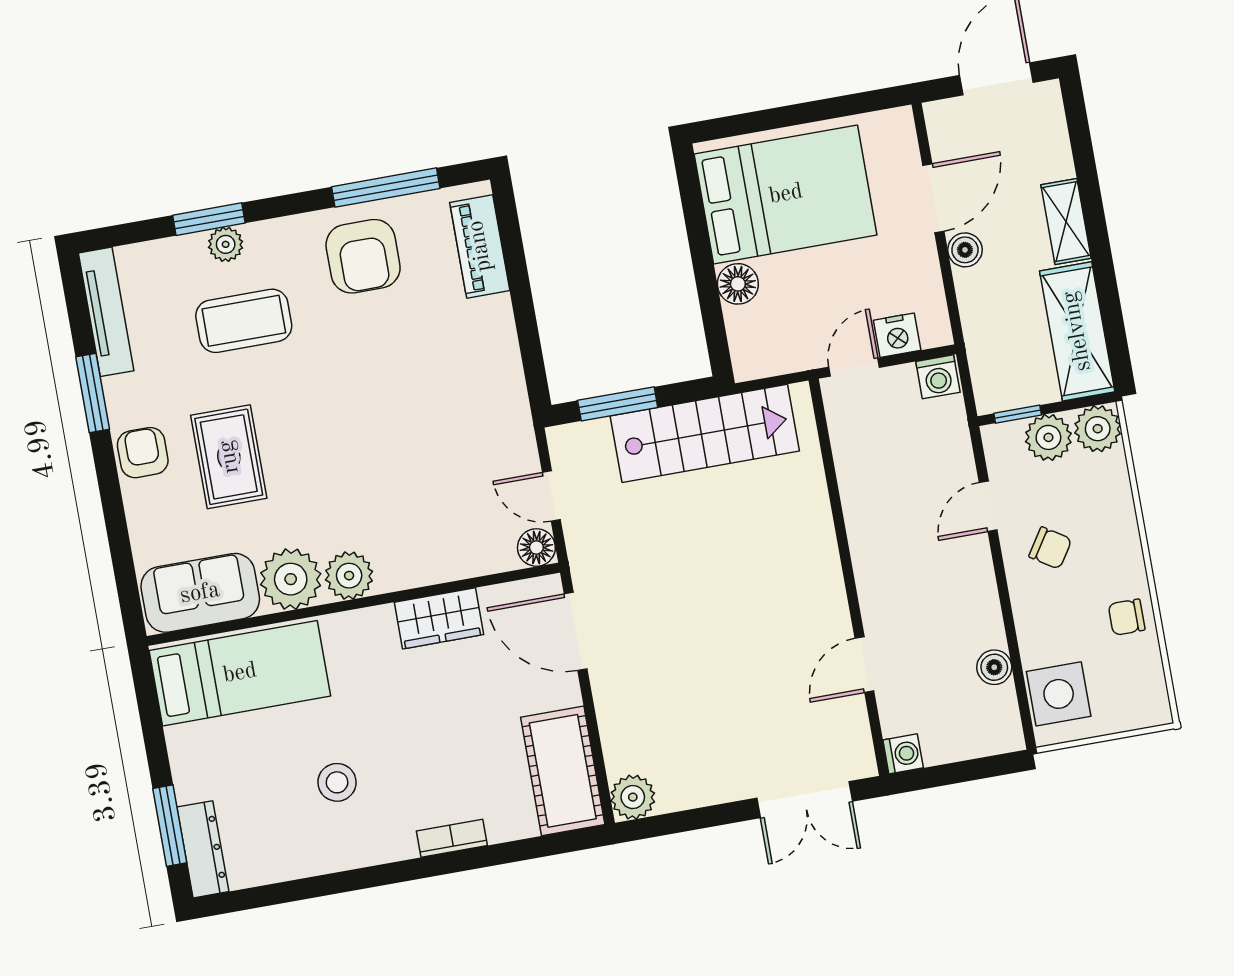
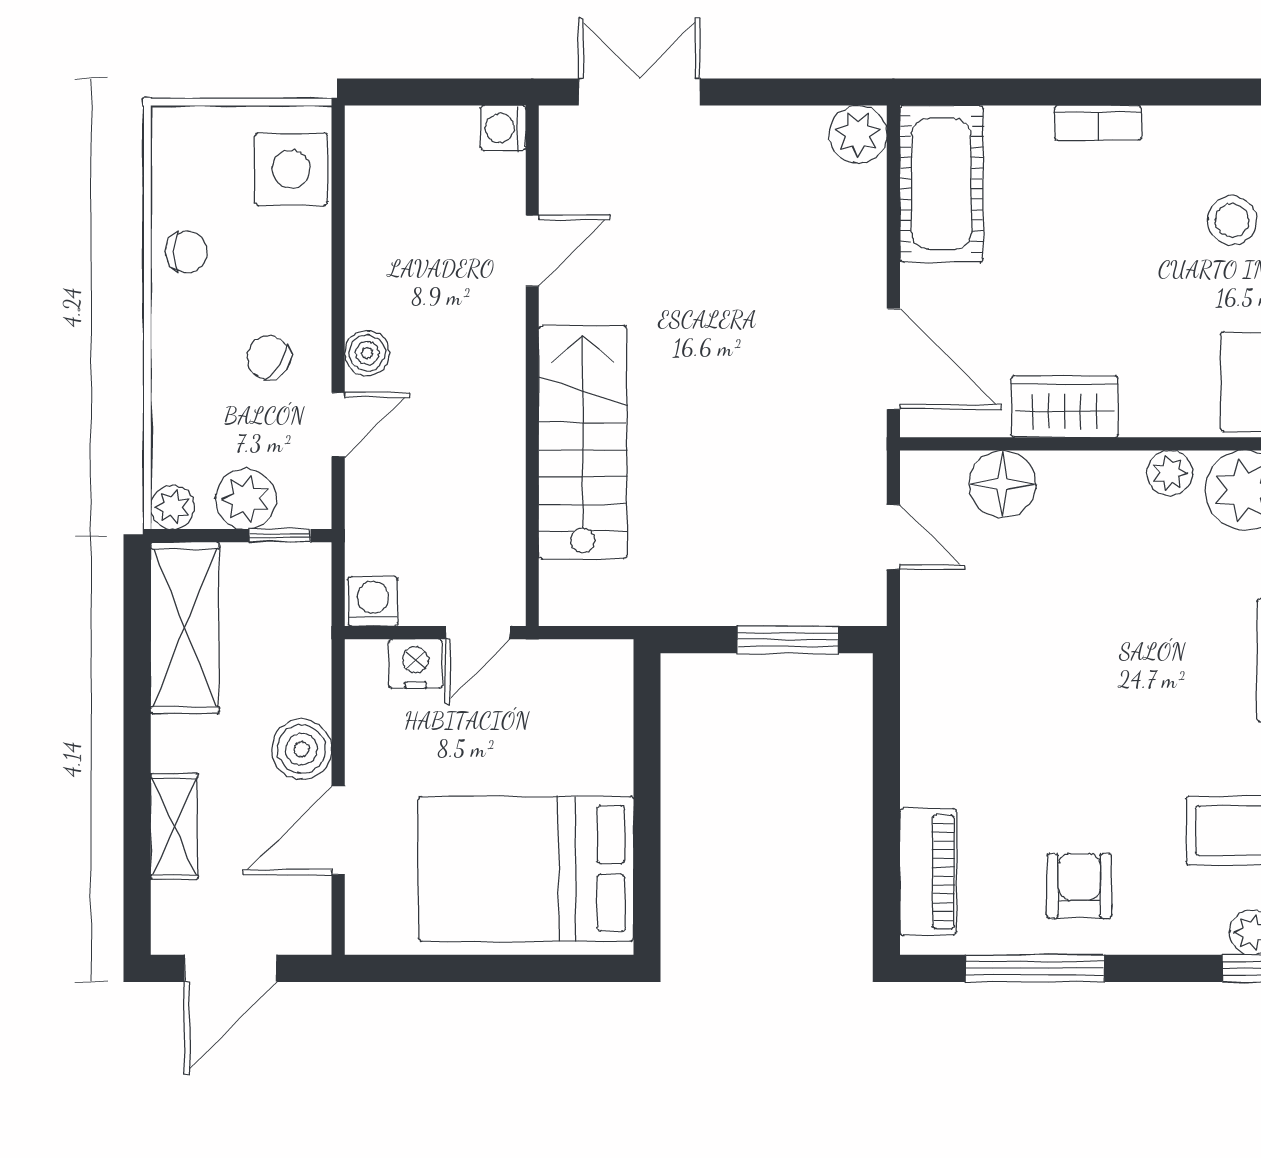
shelving: (1066, 222) -> (174, 826), moved
boiler: (965, 250) -> (302, 749), width x1.36, depth x1.36
armchair: (363, 256) -> (1079, 886), width x0.72, depth x0.72
floor lamp: (738, 284) -> (607, 765), removed
plant: (1098, 429) -> (173, 507), width x0.73, depth x0.73
stairs: (705, 433) -> (583, 442), moved, turned 90
floor lamp: (536, 547) -> (1002, 484), moved, width x1.38, depth x1.38
plant: (349, 576) -> (1170, 473), width x0.73, depth x0.73
boiler: (994, 667) -> (367, 353), moved

